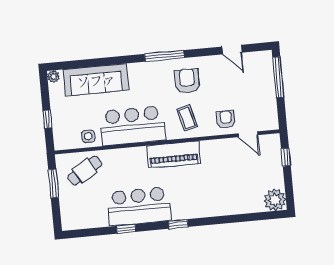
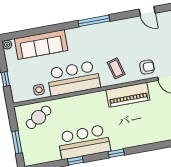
armchair: (187, 81) -> (114, 39), removed
armchair: (226, 119) -> (147, 67), turned 90
piano: (173, 155) -> (128, 95), moved
window: (53, 183) -> (17, 142), moved

